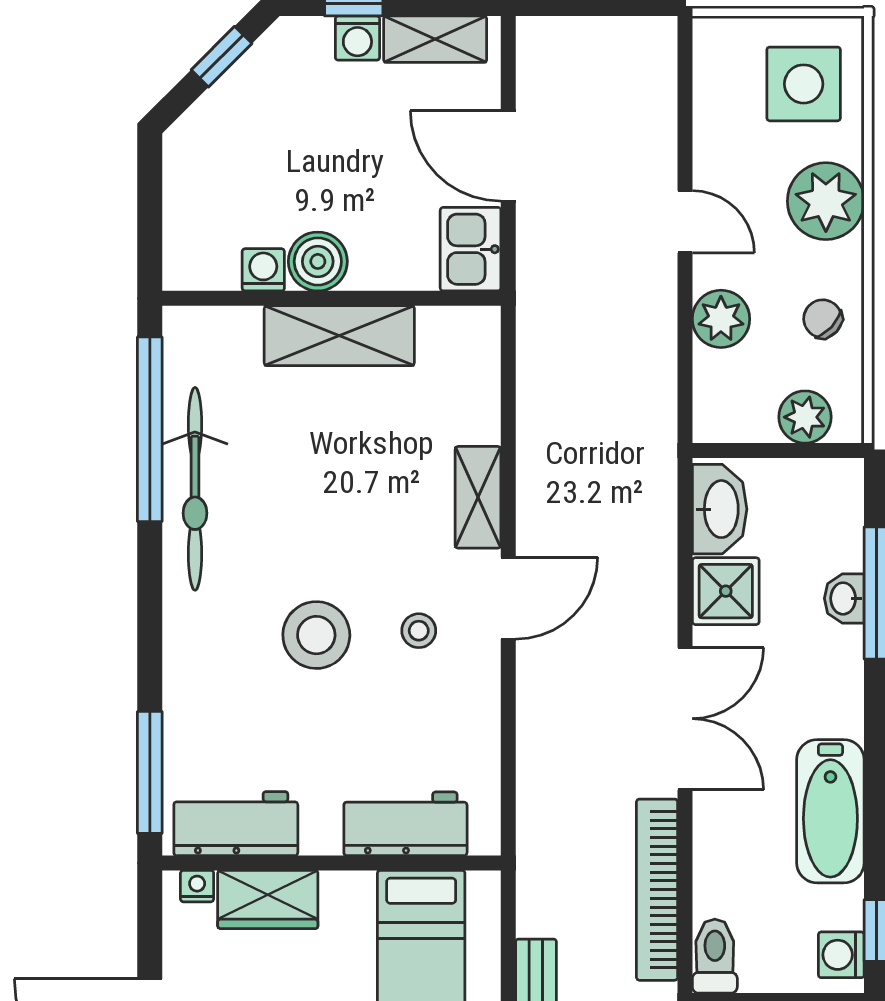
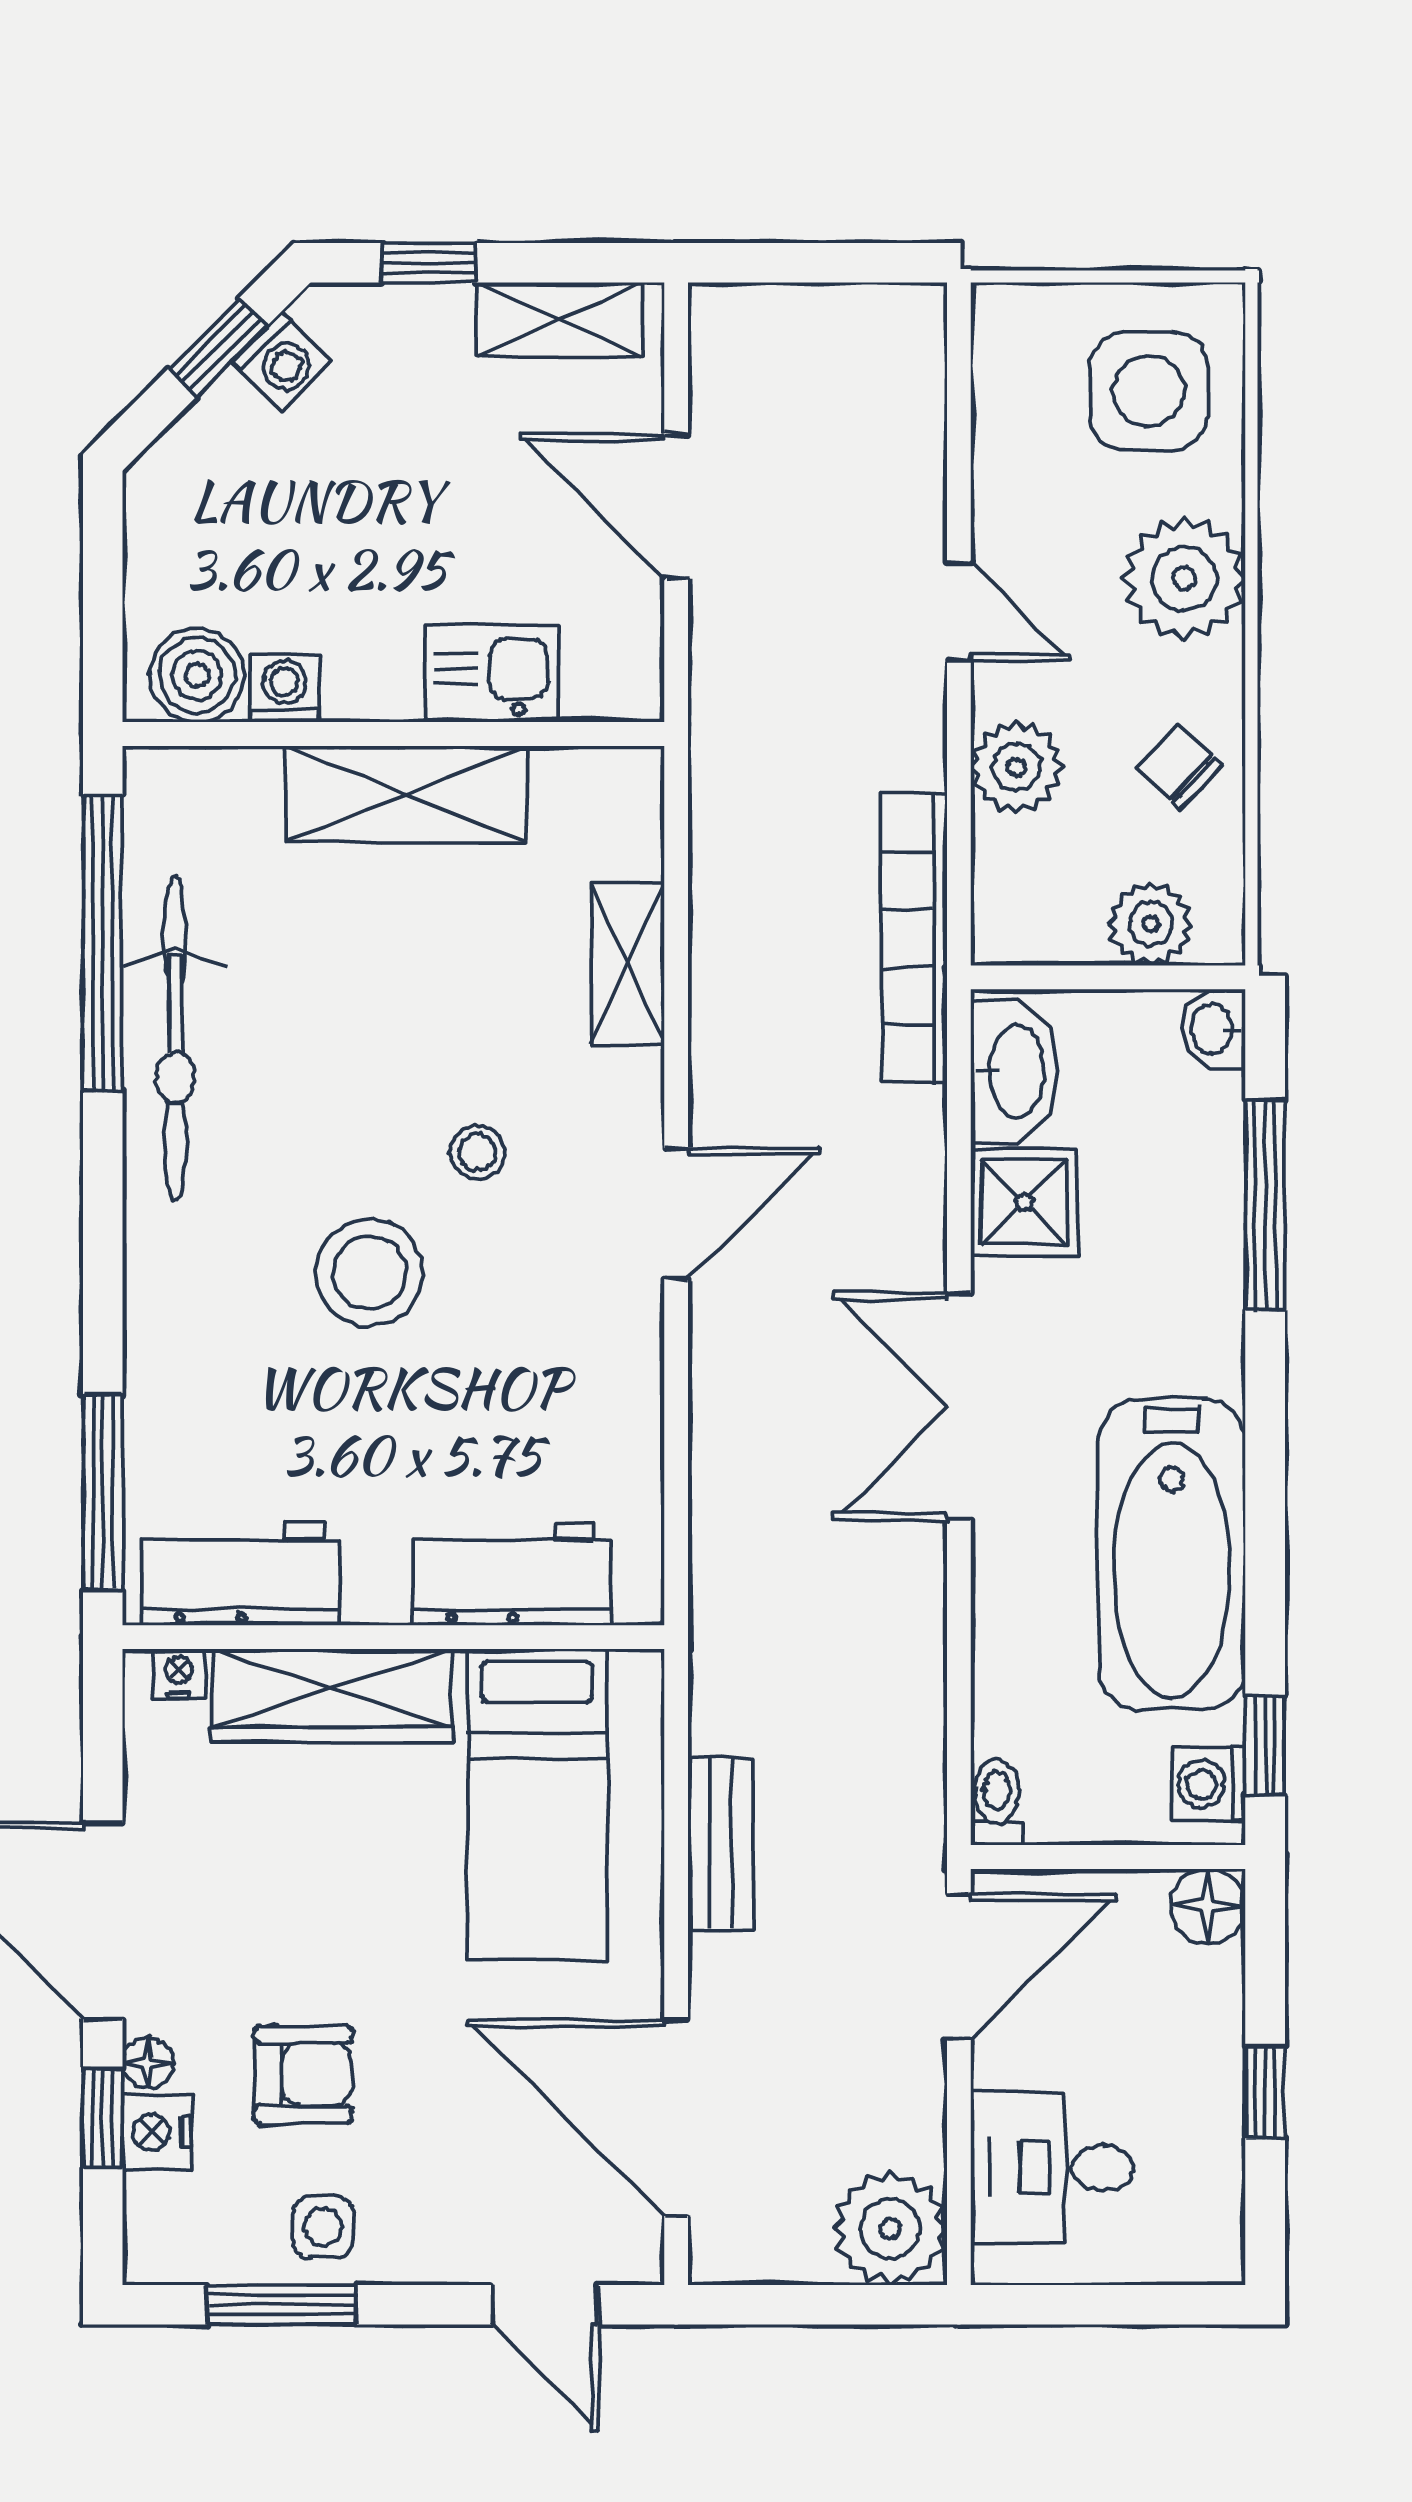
washing machine: (357, 38) -> (282, 361), moved, turned -45
kitchen sink: (471, 249) -> (492, 674), moved, turned 90
boiler: (318, 261) -> (197, 675), moved
shelving: (478, 497) -> (628, 964), moved
washbasin: (844, 598) -> (1214, 1029), moved
stool: (419, 631) -> (477, 1152), moved
double door: (685, 719) -> (959, 1406), swing flipped
bathtub: (830, 811) -> (1172, 1554), width x1.36, depth x1.36
bookcase: (657, 890) -> (914, 938), moved
wardrobe: (268, 899) -> (332, 1695), width x1.50
toilet: (715, 956) -> (997, 1803), width x0.73, depth x0.72

